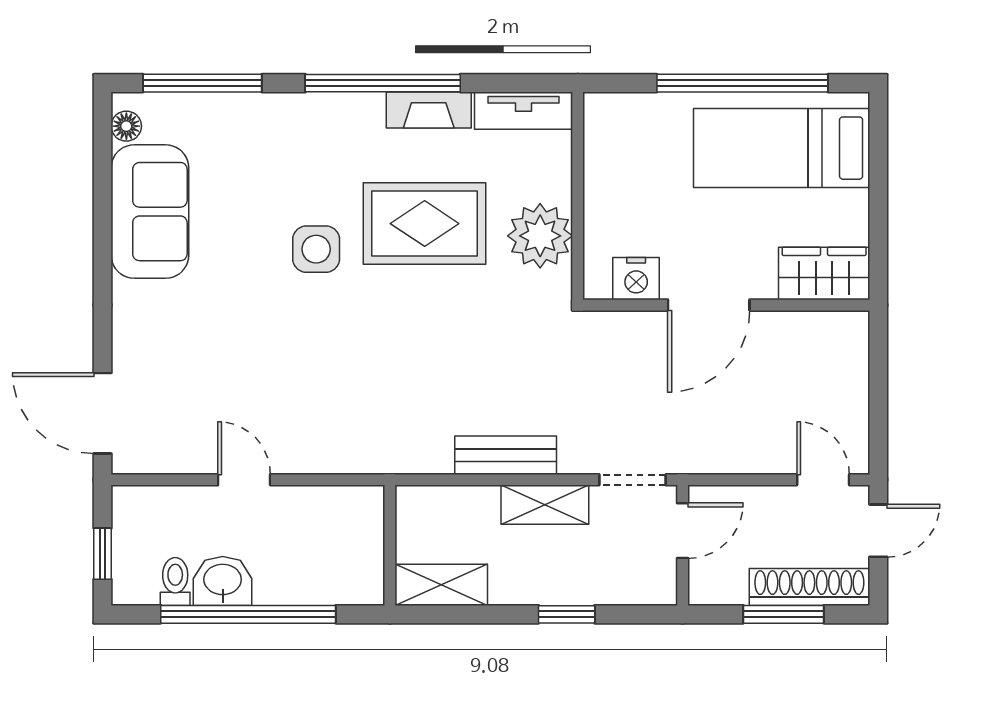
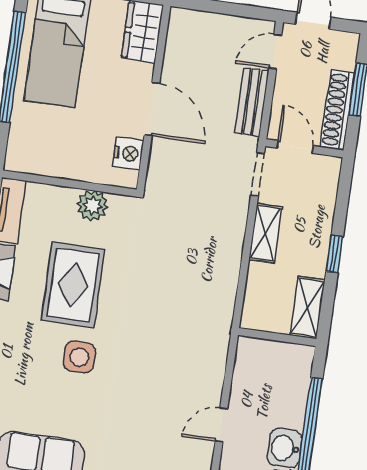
plant: (540, 236) -> (92, 206), width x0.73, depth x0.73
bench: (506, 455) -> (252, 102), moved
shoe rack: (809, 587) -> (337, 110), moved
window: (567, 614) -> (335, 254), moved

